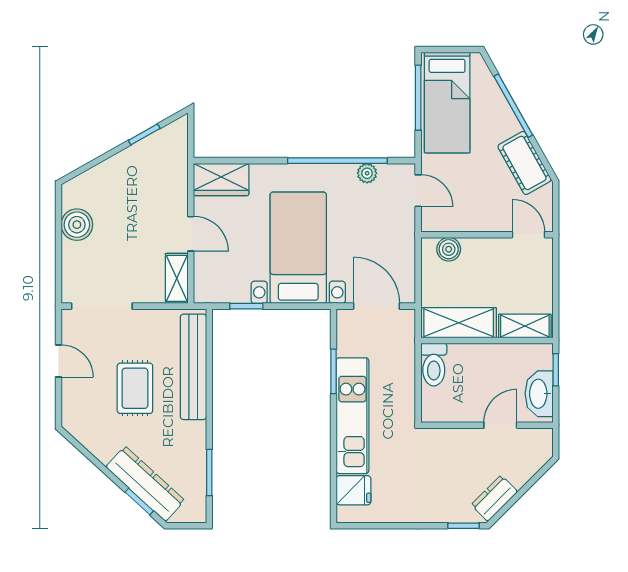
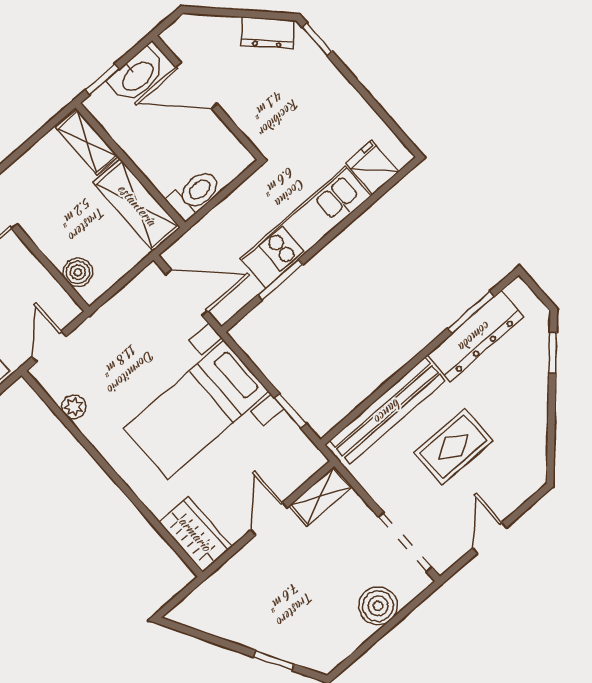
window: (144, 134) -> (274, 661), moved
window: (337, 161) -> (86, 444), removed
boiler: (77, 225) -> (378, 606), moved
door: (376, 306) -> (187, 293), swing flipped
door: (500, 425) -> (197, 86), width x1.38
dresser: (145, 484) -> (475, 336), moved, turned -132

